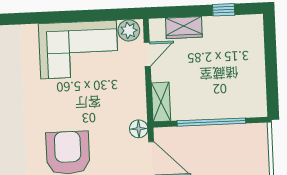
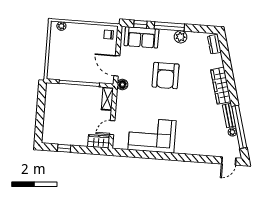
wardrobe: (184, 28) -> (99, 141), moved
plant: (129, 30) -> (121, 143), removed

